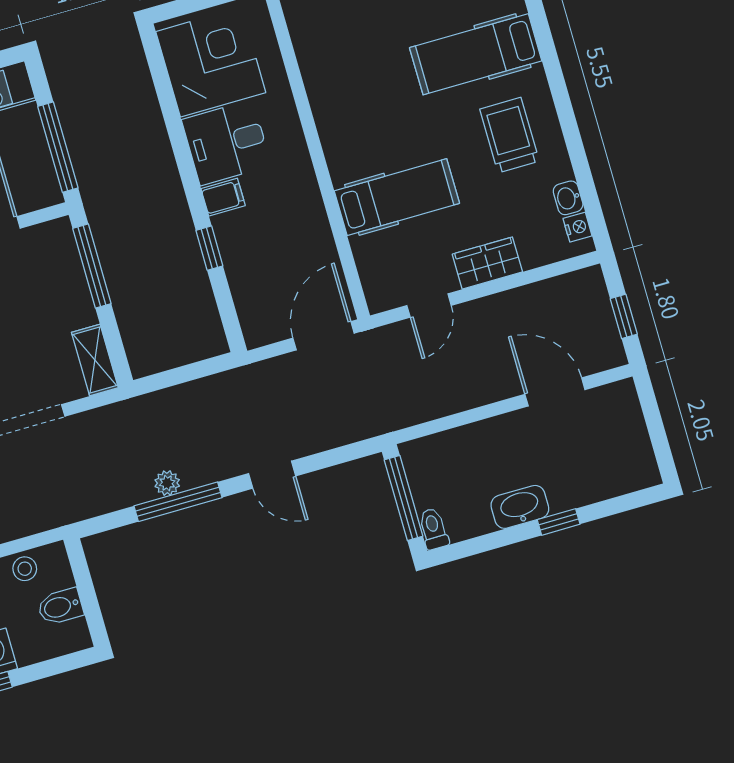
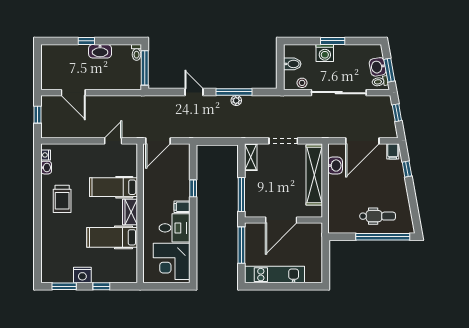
hospital bed: (476, 54) -> (112, 237), moved, turned 180
wardrobe: (487, 263) -> (130, 212), moved, turned 90

